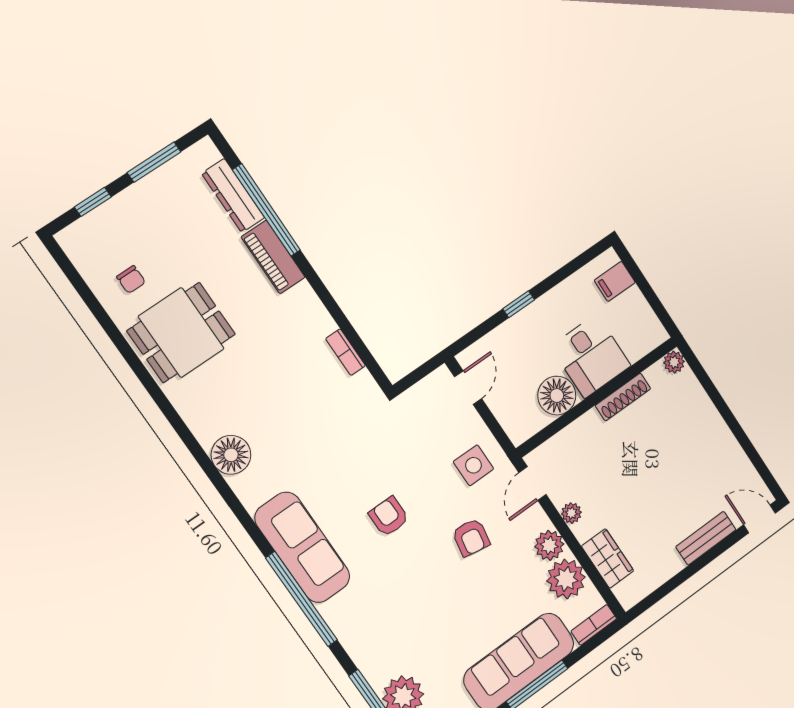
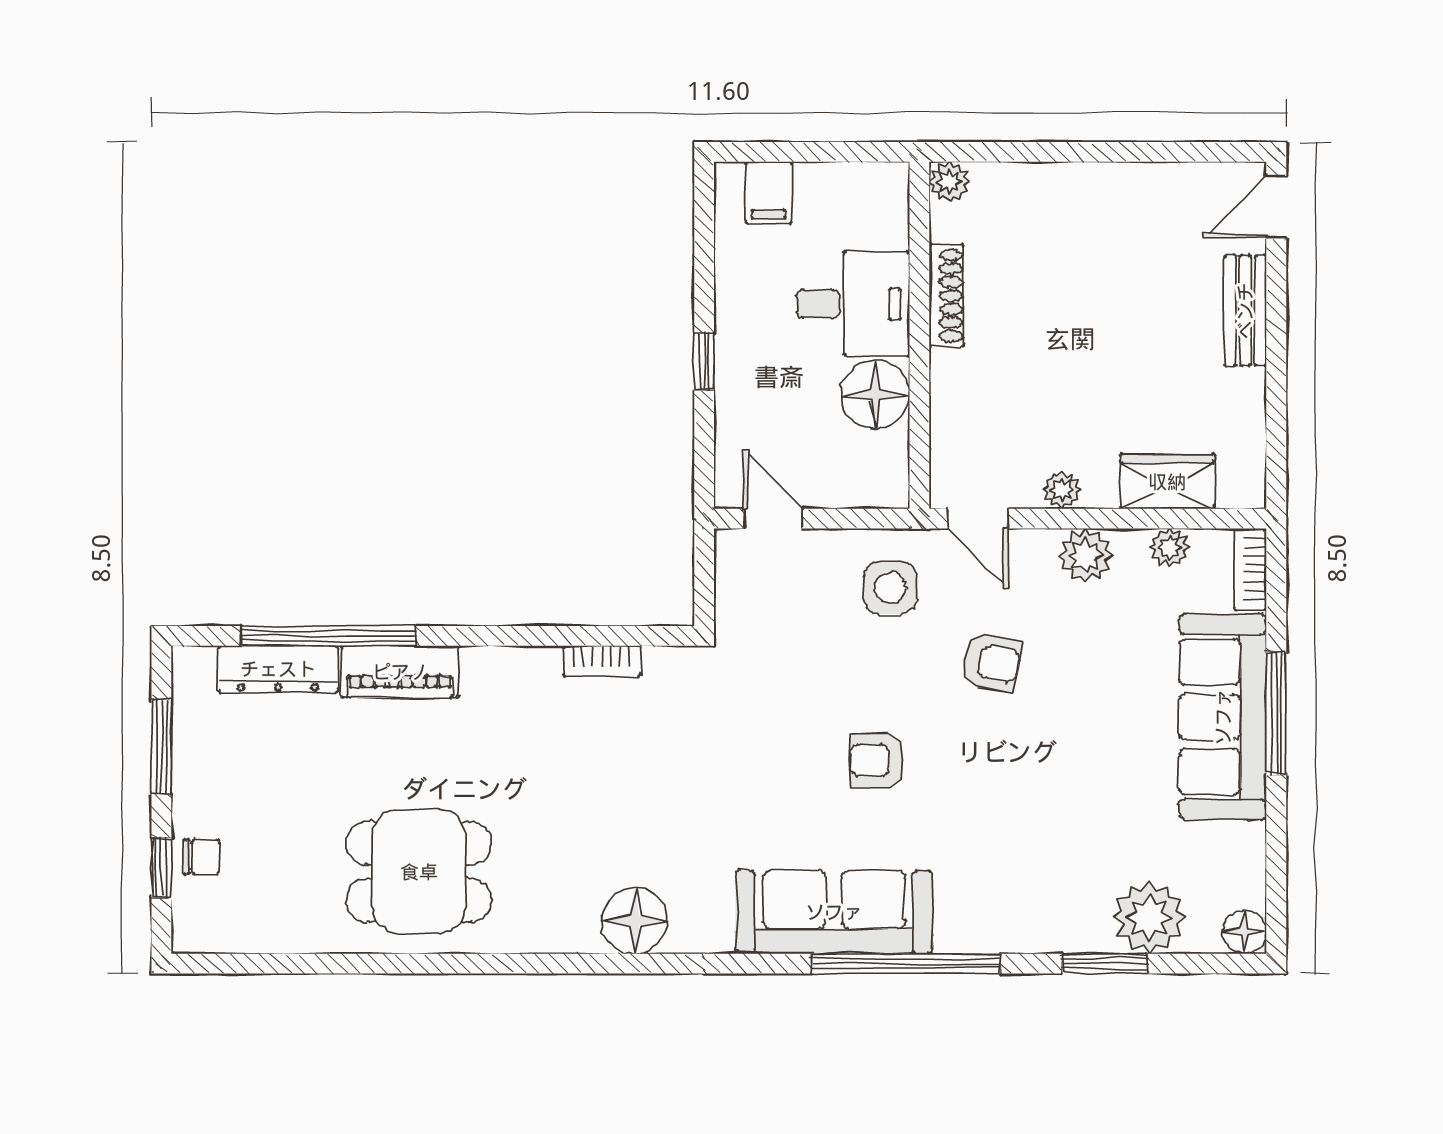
chair: (131, 279) -> (202, 857), moved
dining table: (181, 333) -> (419, 872), turned 90
plant: (566, 579) -> (1169, 548), width x0.53, depth x0.53

